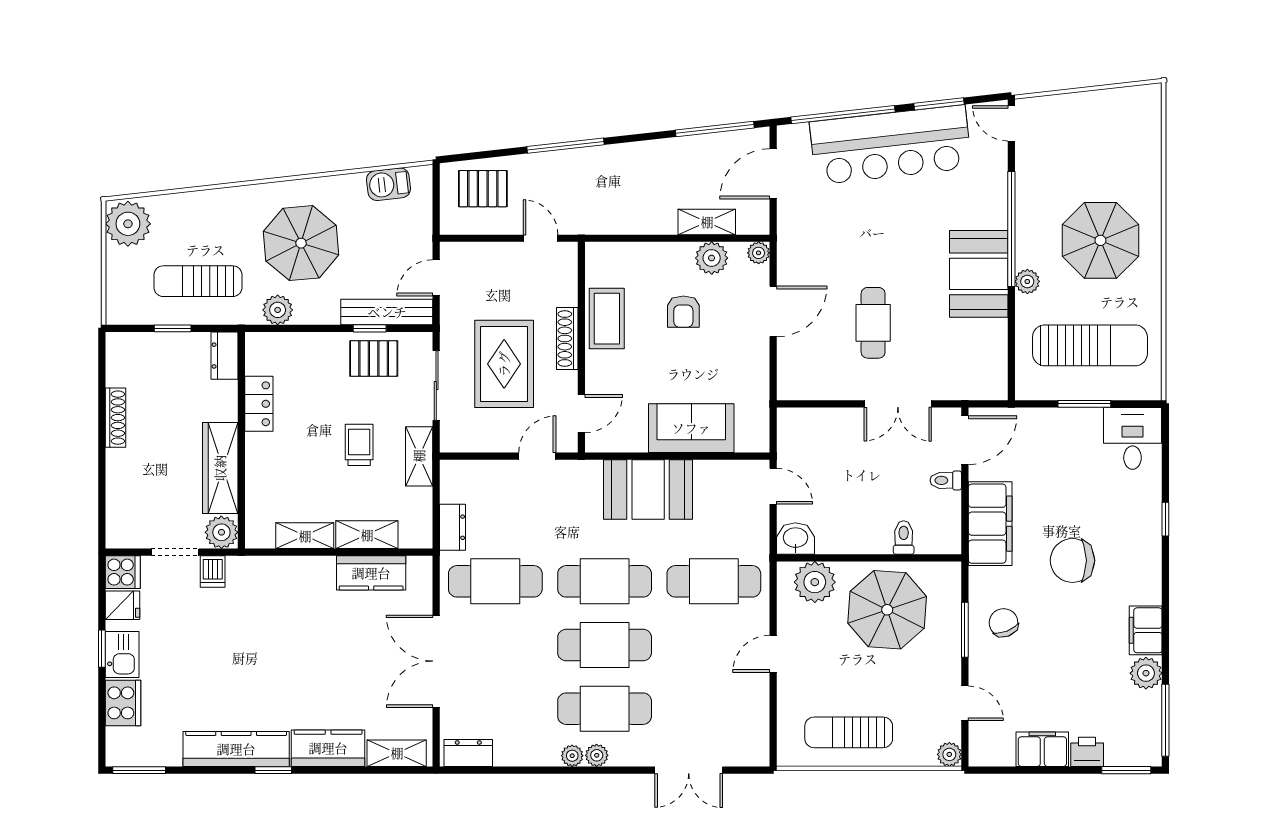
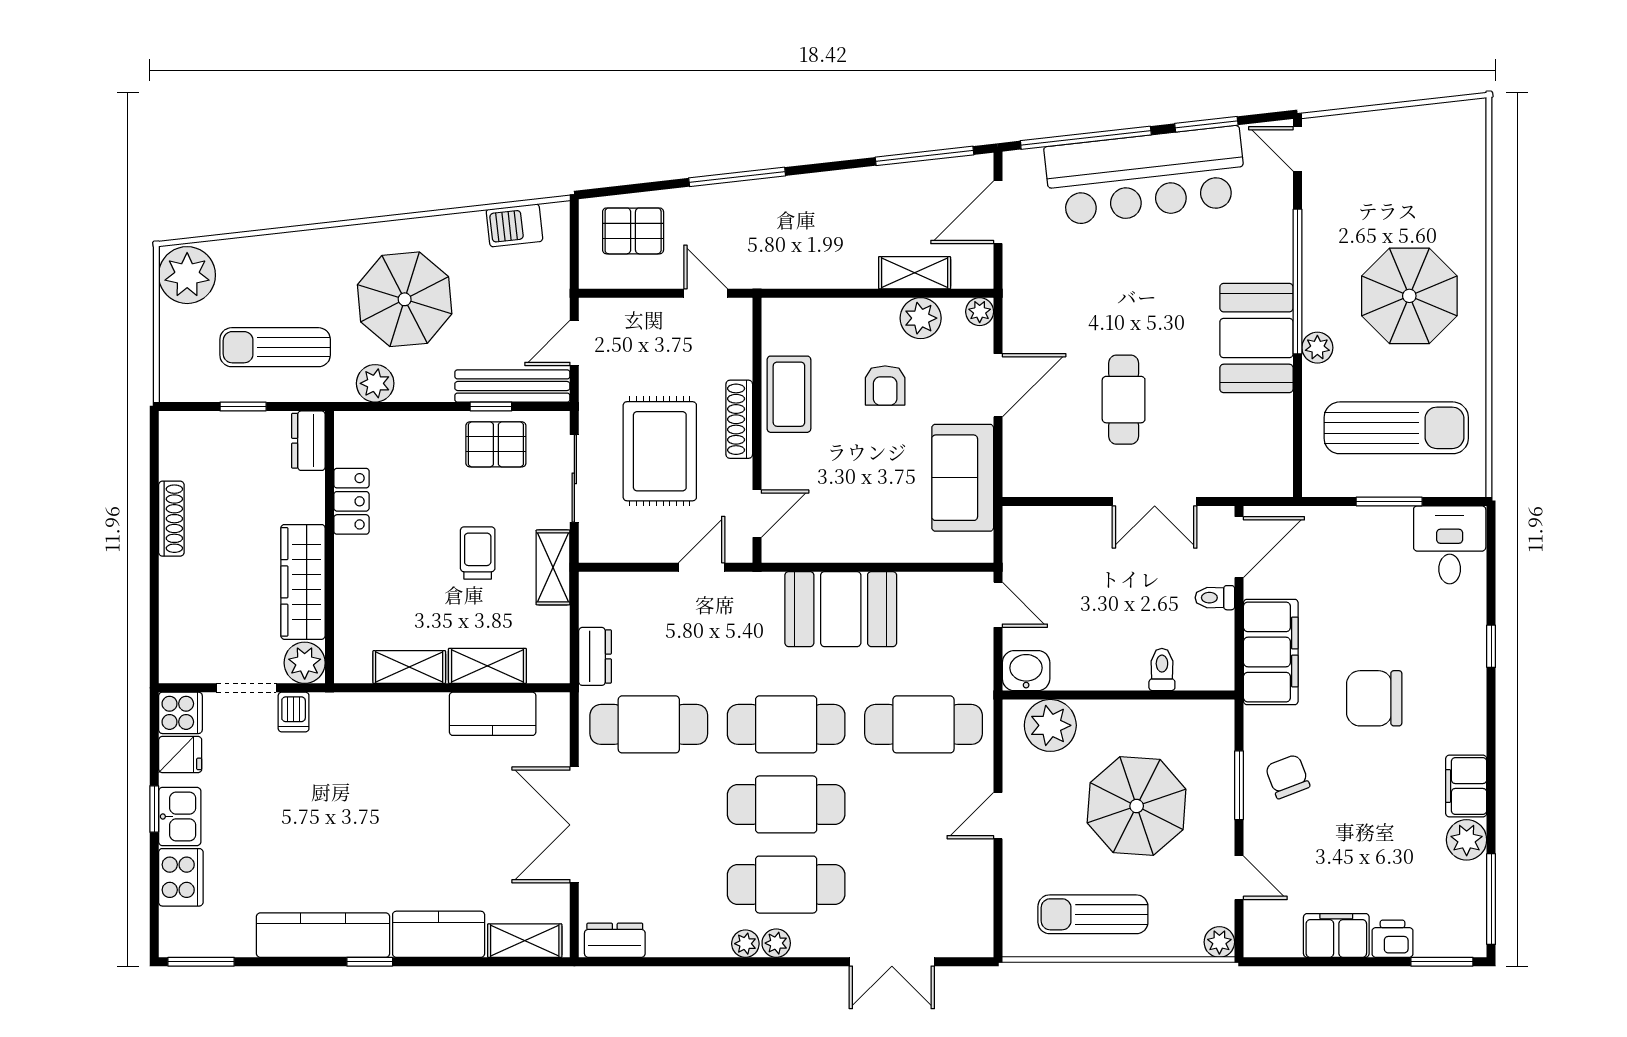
sofa: (691, 428) -> (963, 478), moved, turned -90
parasol: (887, 610) -> (1137, 806), moved

